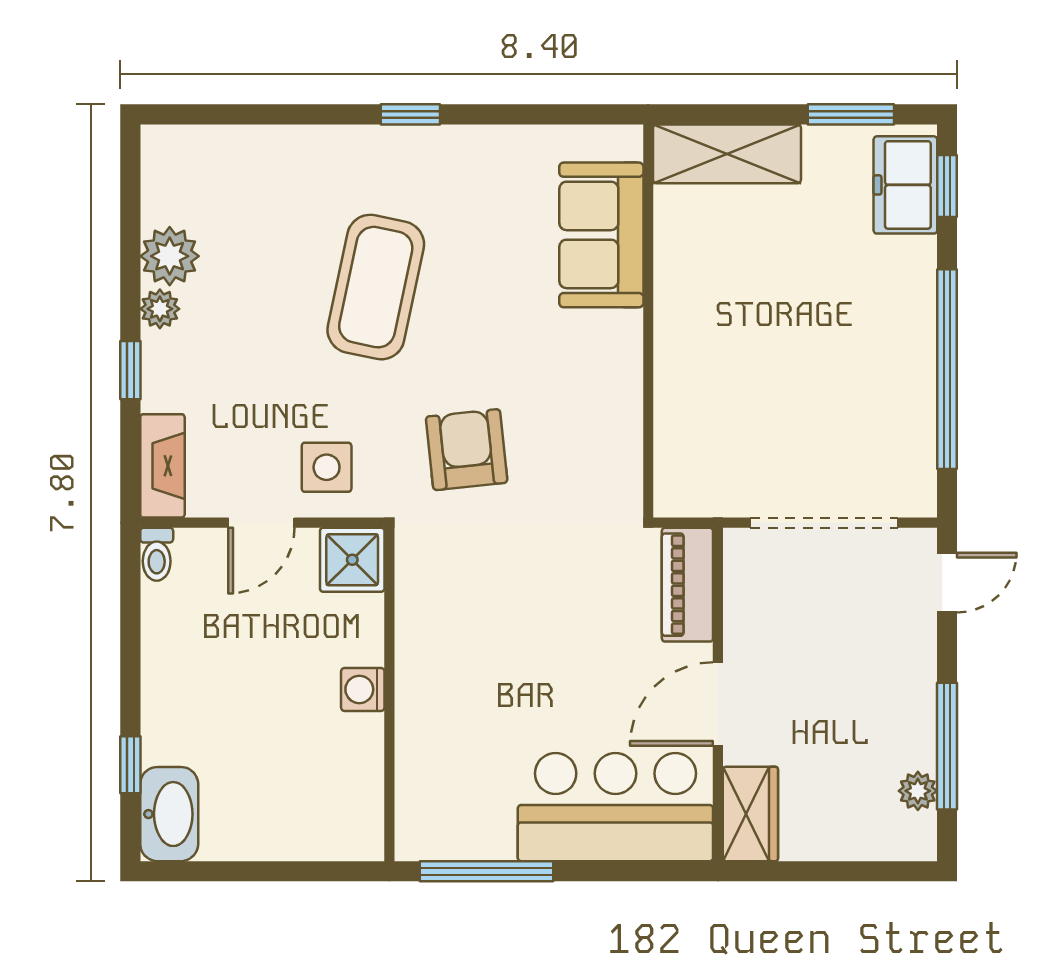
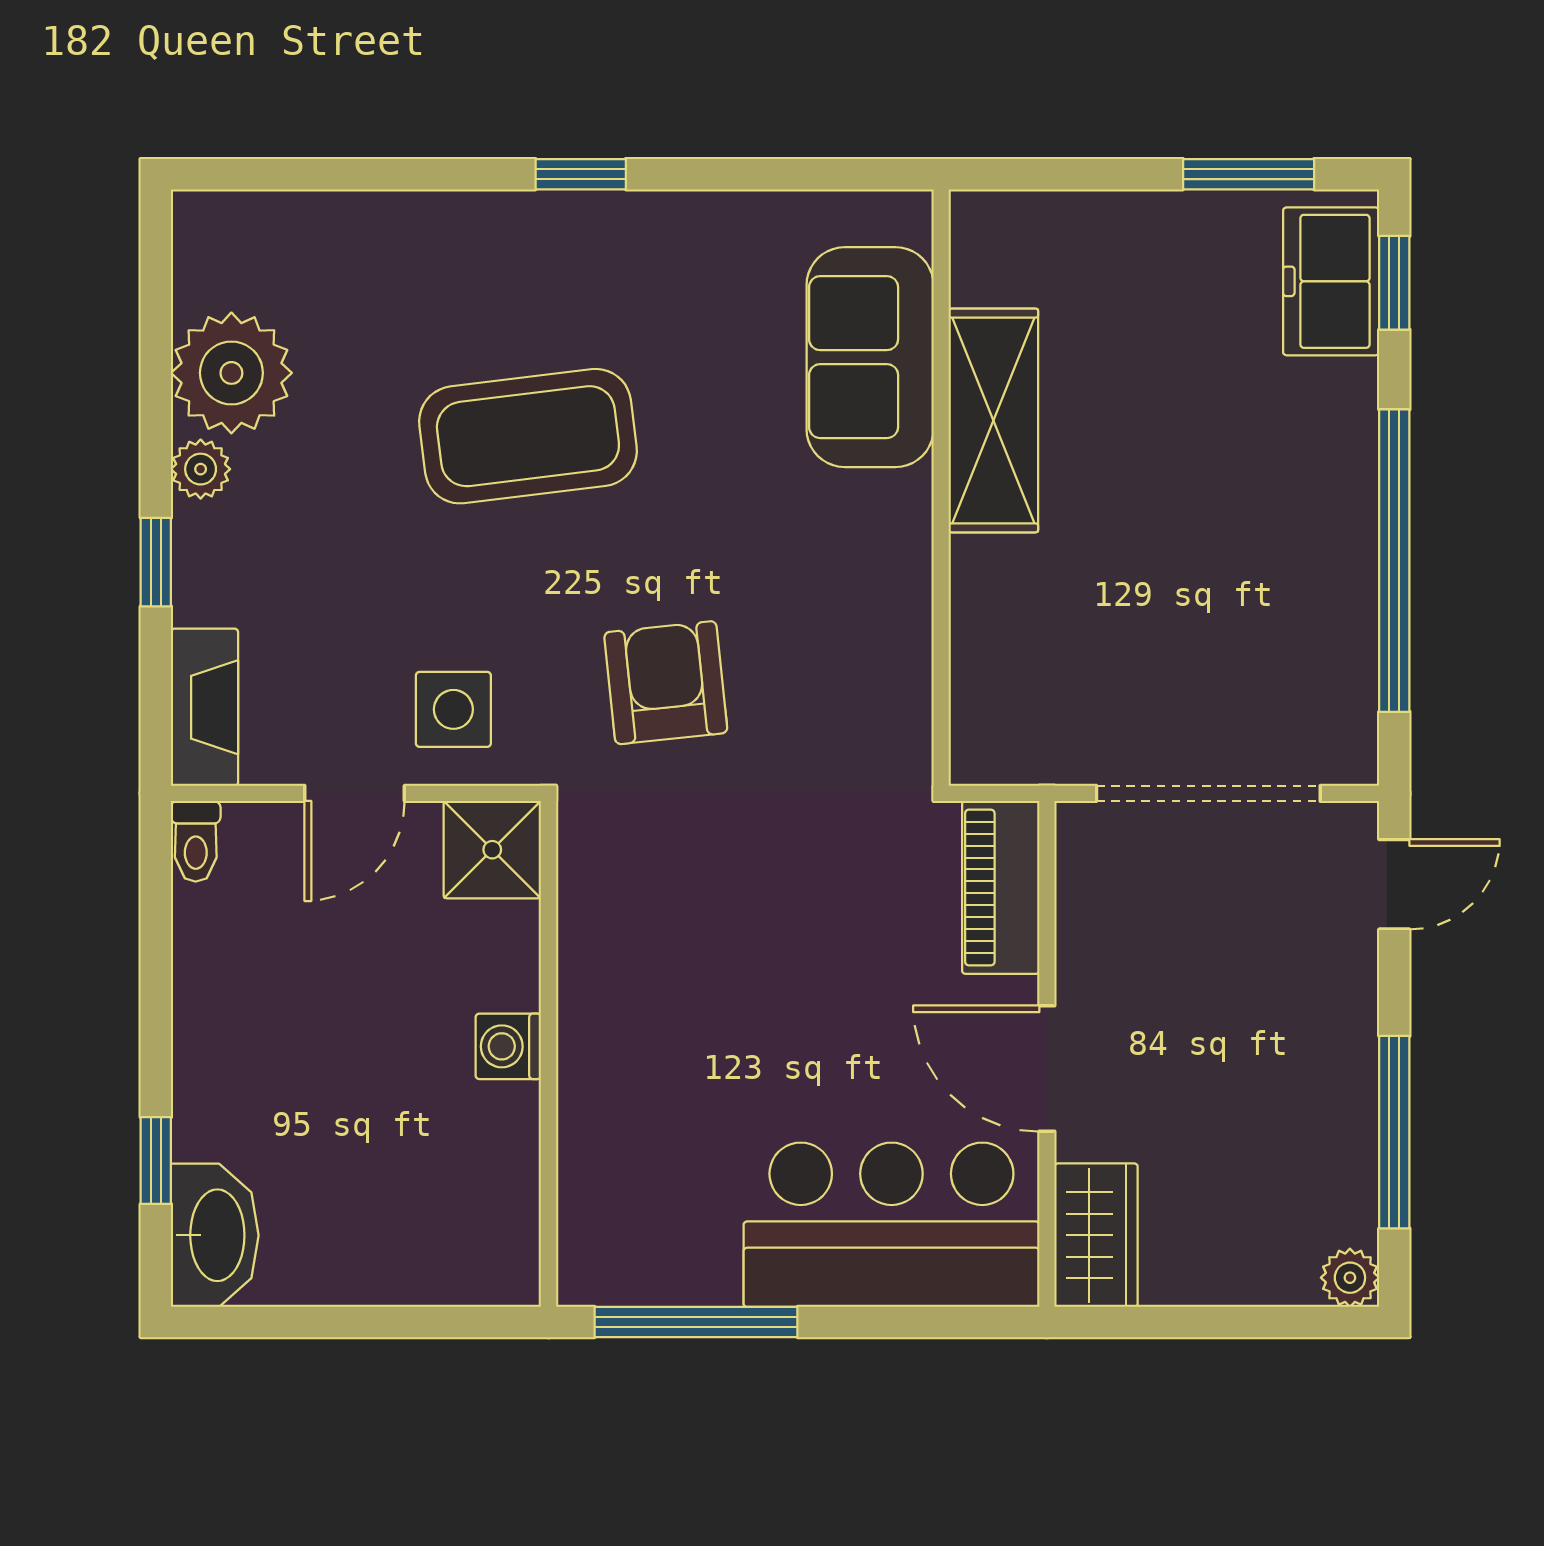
shelving: (727, 154) -> (993, 420), moved, turned 90
plant: (170, 256) -> (231, 373), width x1.36, depth x1.36
coffee table: (376, 287) -> (528, 436), turned 71
door: (718, 704) -> (1047, 1069), hinge flipped
plant: (918, 791) -> (1350, 1278), moved

